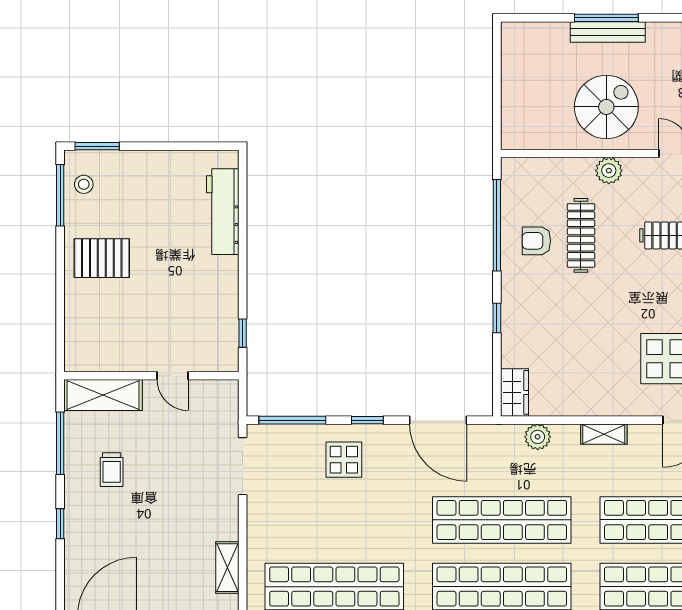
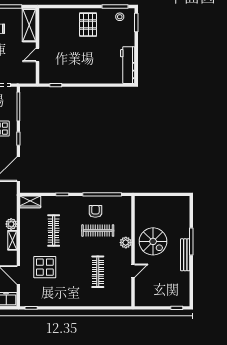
bench: (608, 32) -> (185, 255), moved
workbench: (223, 212) -> (128, 65), moved, turned -90
clothes rail: (581, 338) -> (54, 231), added
plant: (538, 437) -> (11, 224), moved

